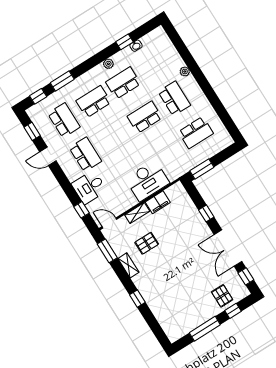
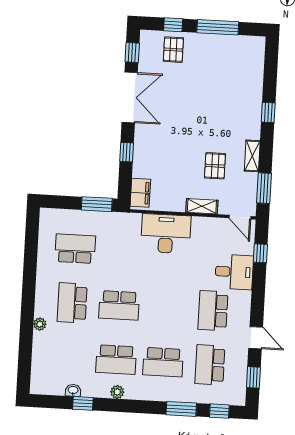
filing cabinet: (158, 202) -> (140, 193), moved, turned 90
pallet: (147, 243) -> (215, 166), turned 90

